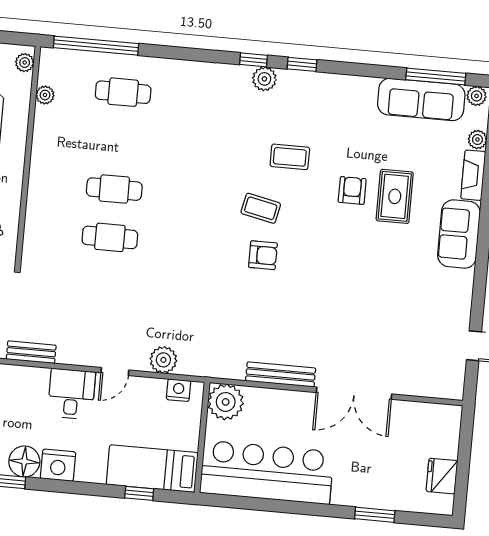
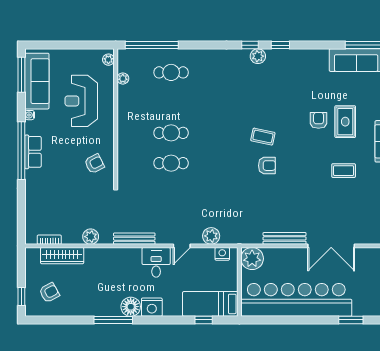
coffee table: (290, 157) -> (344, 171), moved
bench: (31, 352) -> (134, 239), width x1.36
bar counter: (267, 472) -> (296, 300), width x1.36

